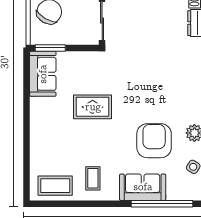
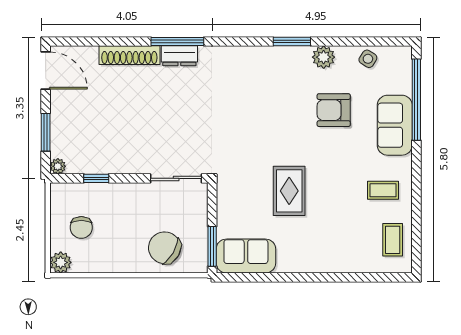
armchair: (154, 141) -> (334, 110), width x0.73, depth x0.73
coffee table: (55, 186) -> (393, 240), width x0.73, depth x0.77

